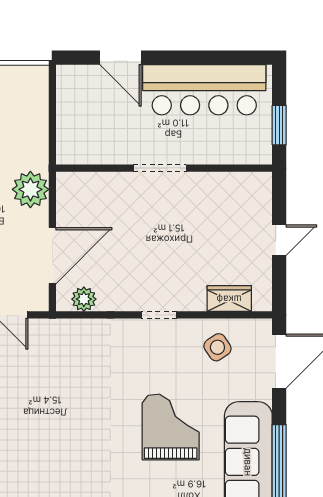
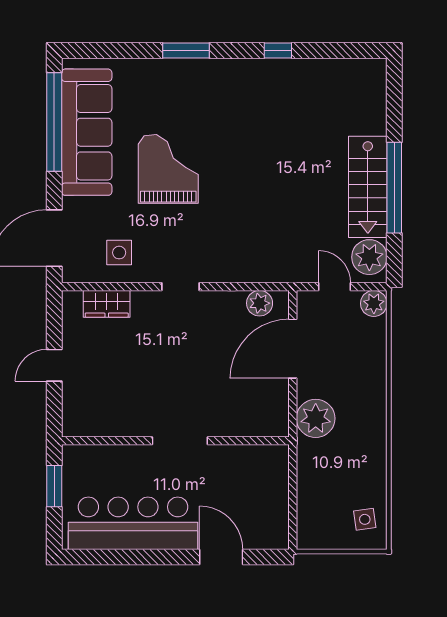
side table: (217, 347) -> (119, 253), turned 34
grand piano: (171, 427) -> (168, 169), turned 180

